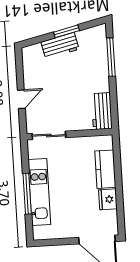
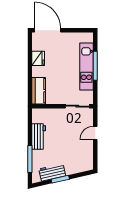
workbench: (60, 46) -> (52, 172), moved
workbench: (102, 111) -> (39, 136), moved
kitchen counter: (105, 169) -> (39, 91), moved

